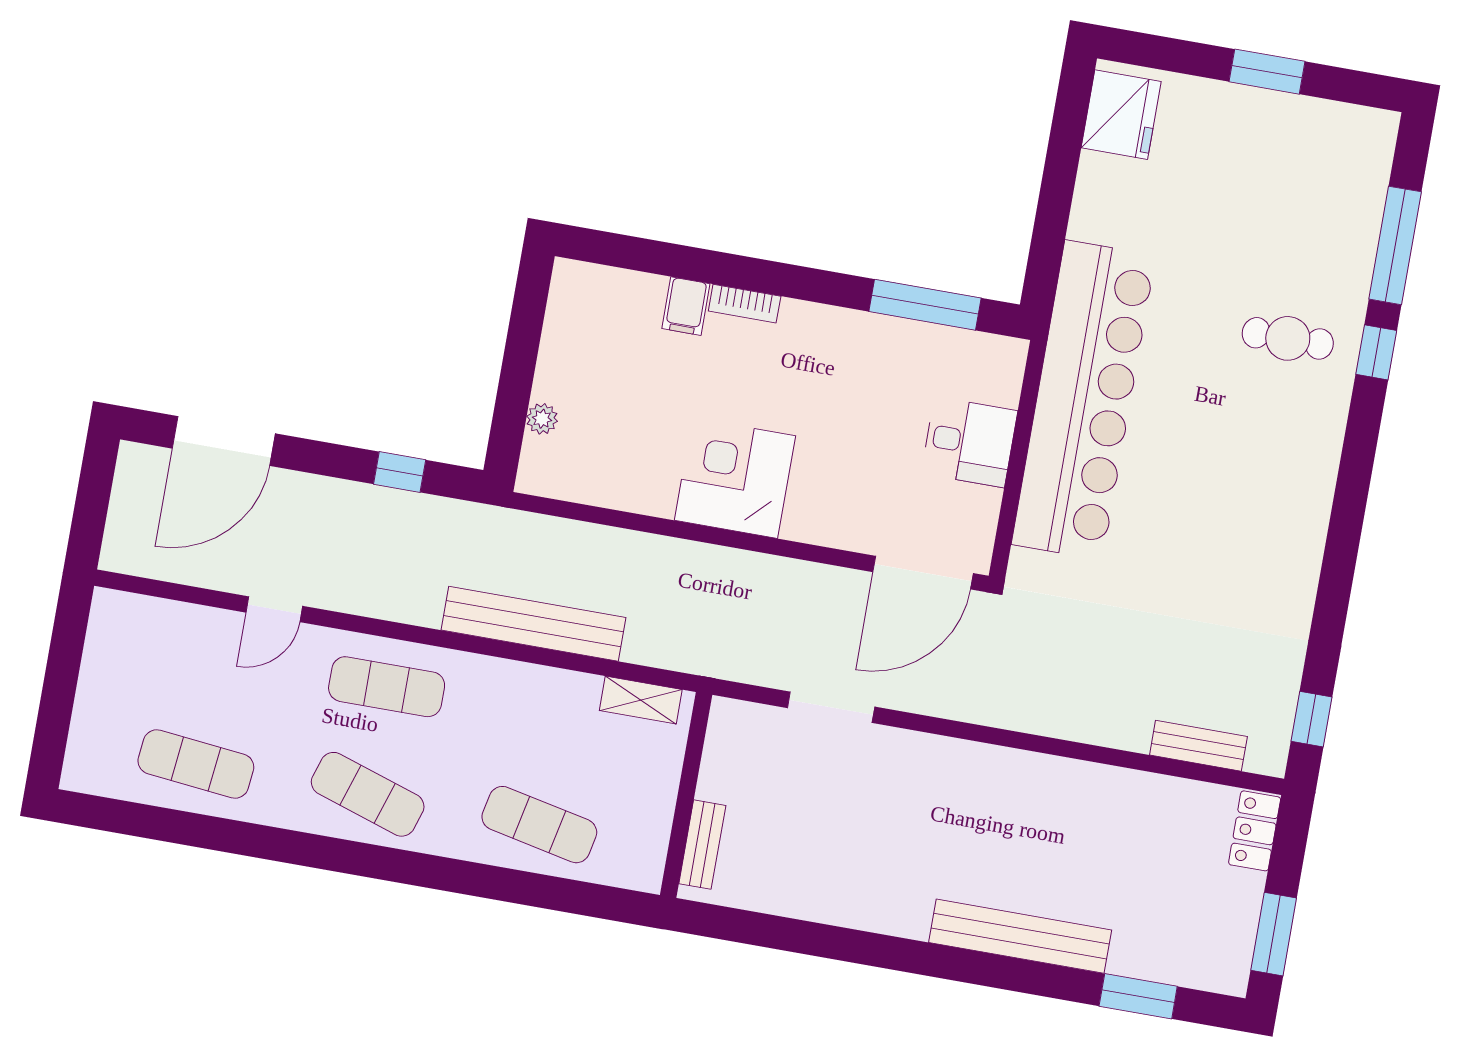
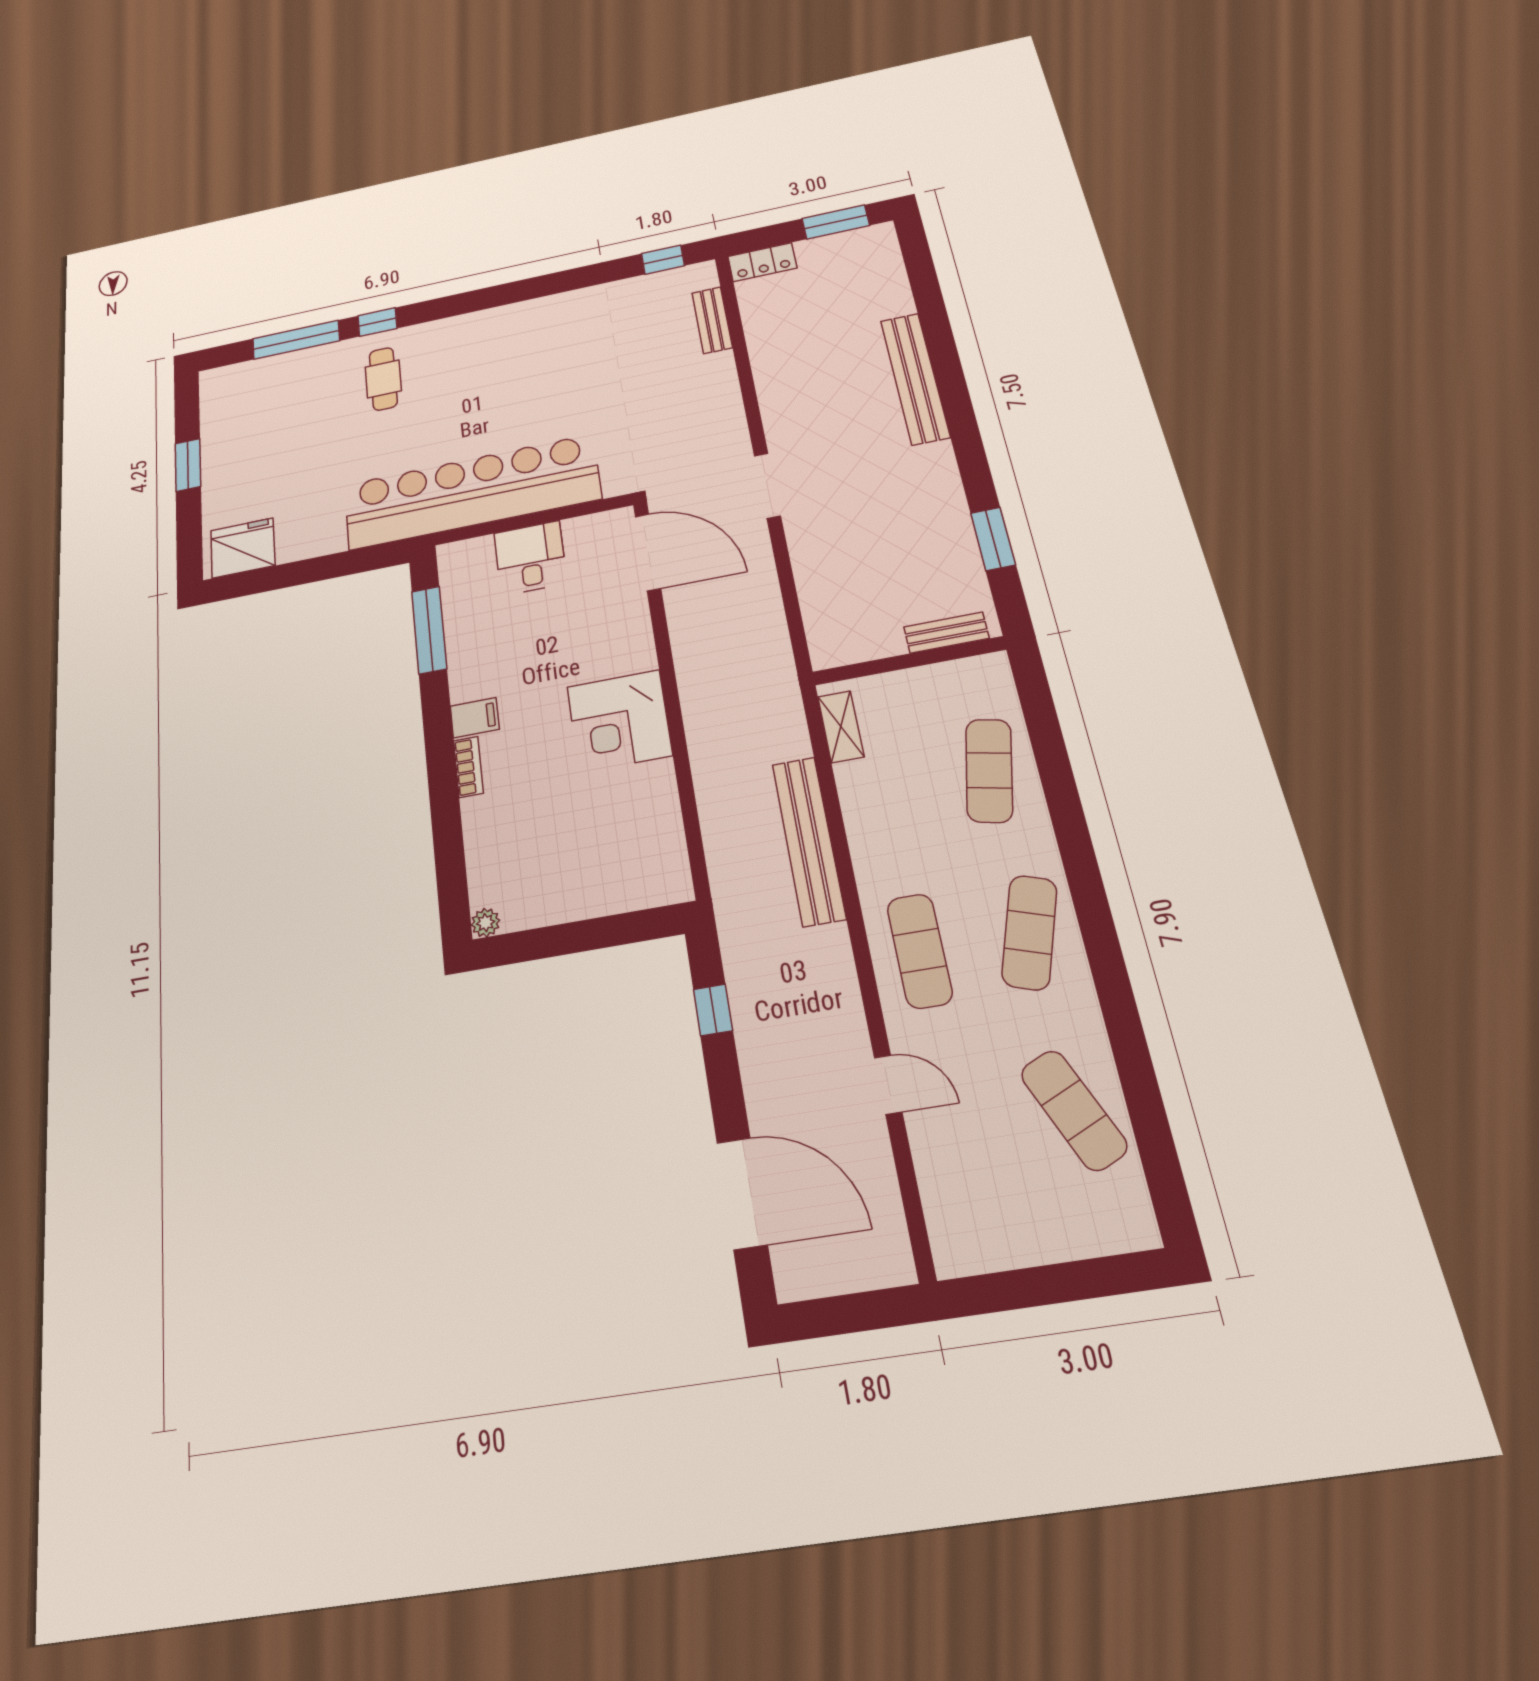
filing cabinet: (686, 306) -> (475, 718), moved
plant: (542, 419) -> (486, 923), moved
doorway: (831, 707) -> (767, 486), moved
exercise mat: (196, 764) -> (1074, 1110), turned -30
window: (1138, 996) -> (993, 539), moved

